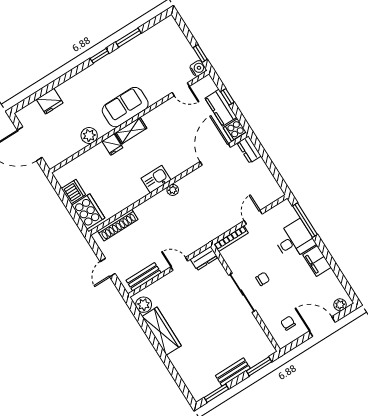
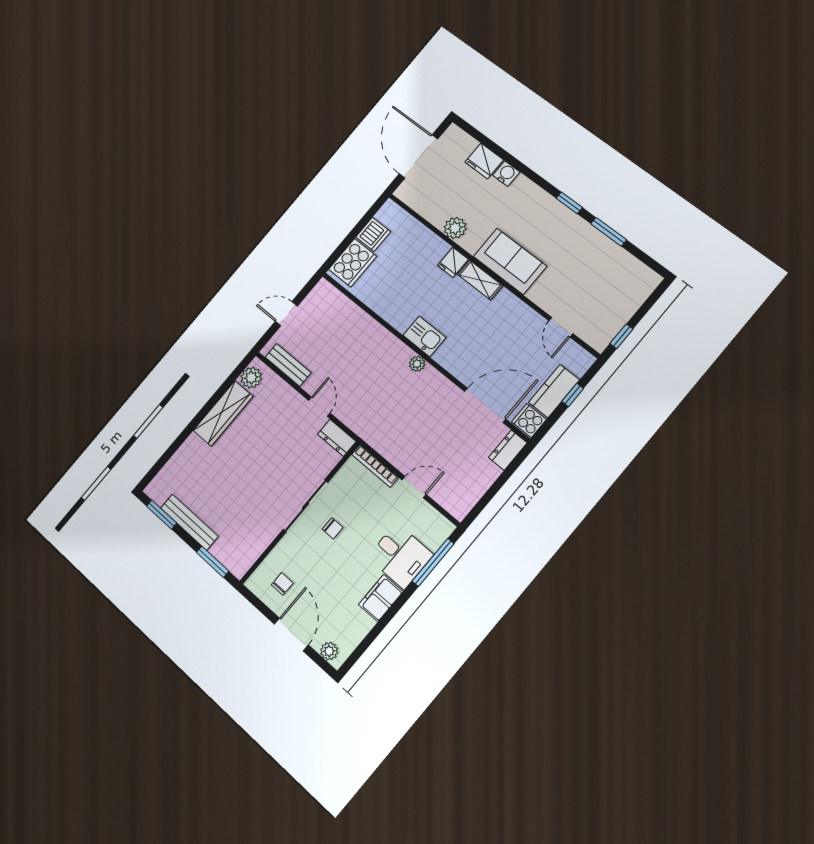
water cooler: (198, 68) -> (506, 174), moved, turned -90
shoe rack: (118, 225) -> (346, 307), removed
bench: (233, 372) -> (189, 522), width x1.36

